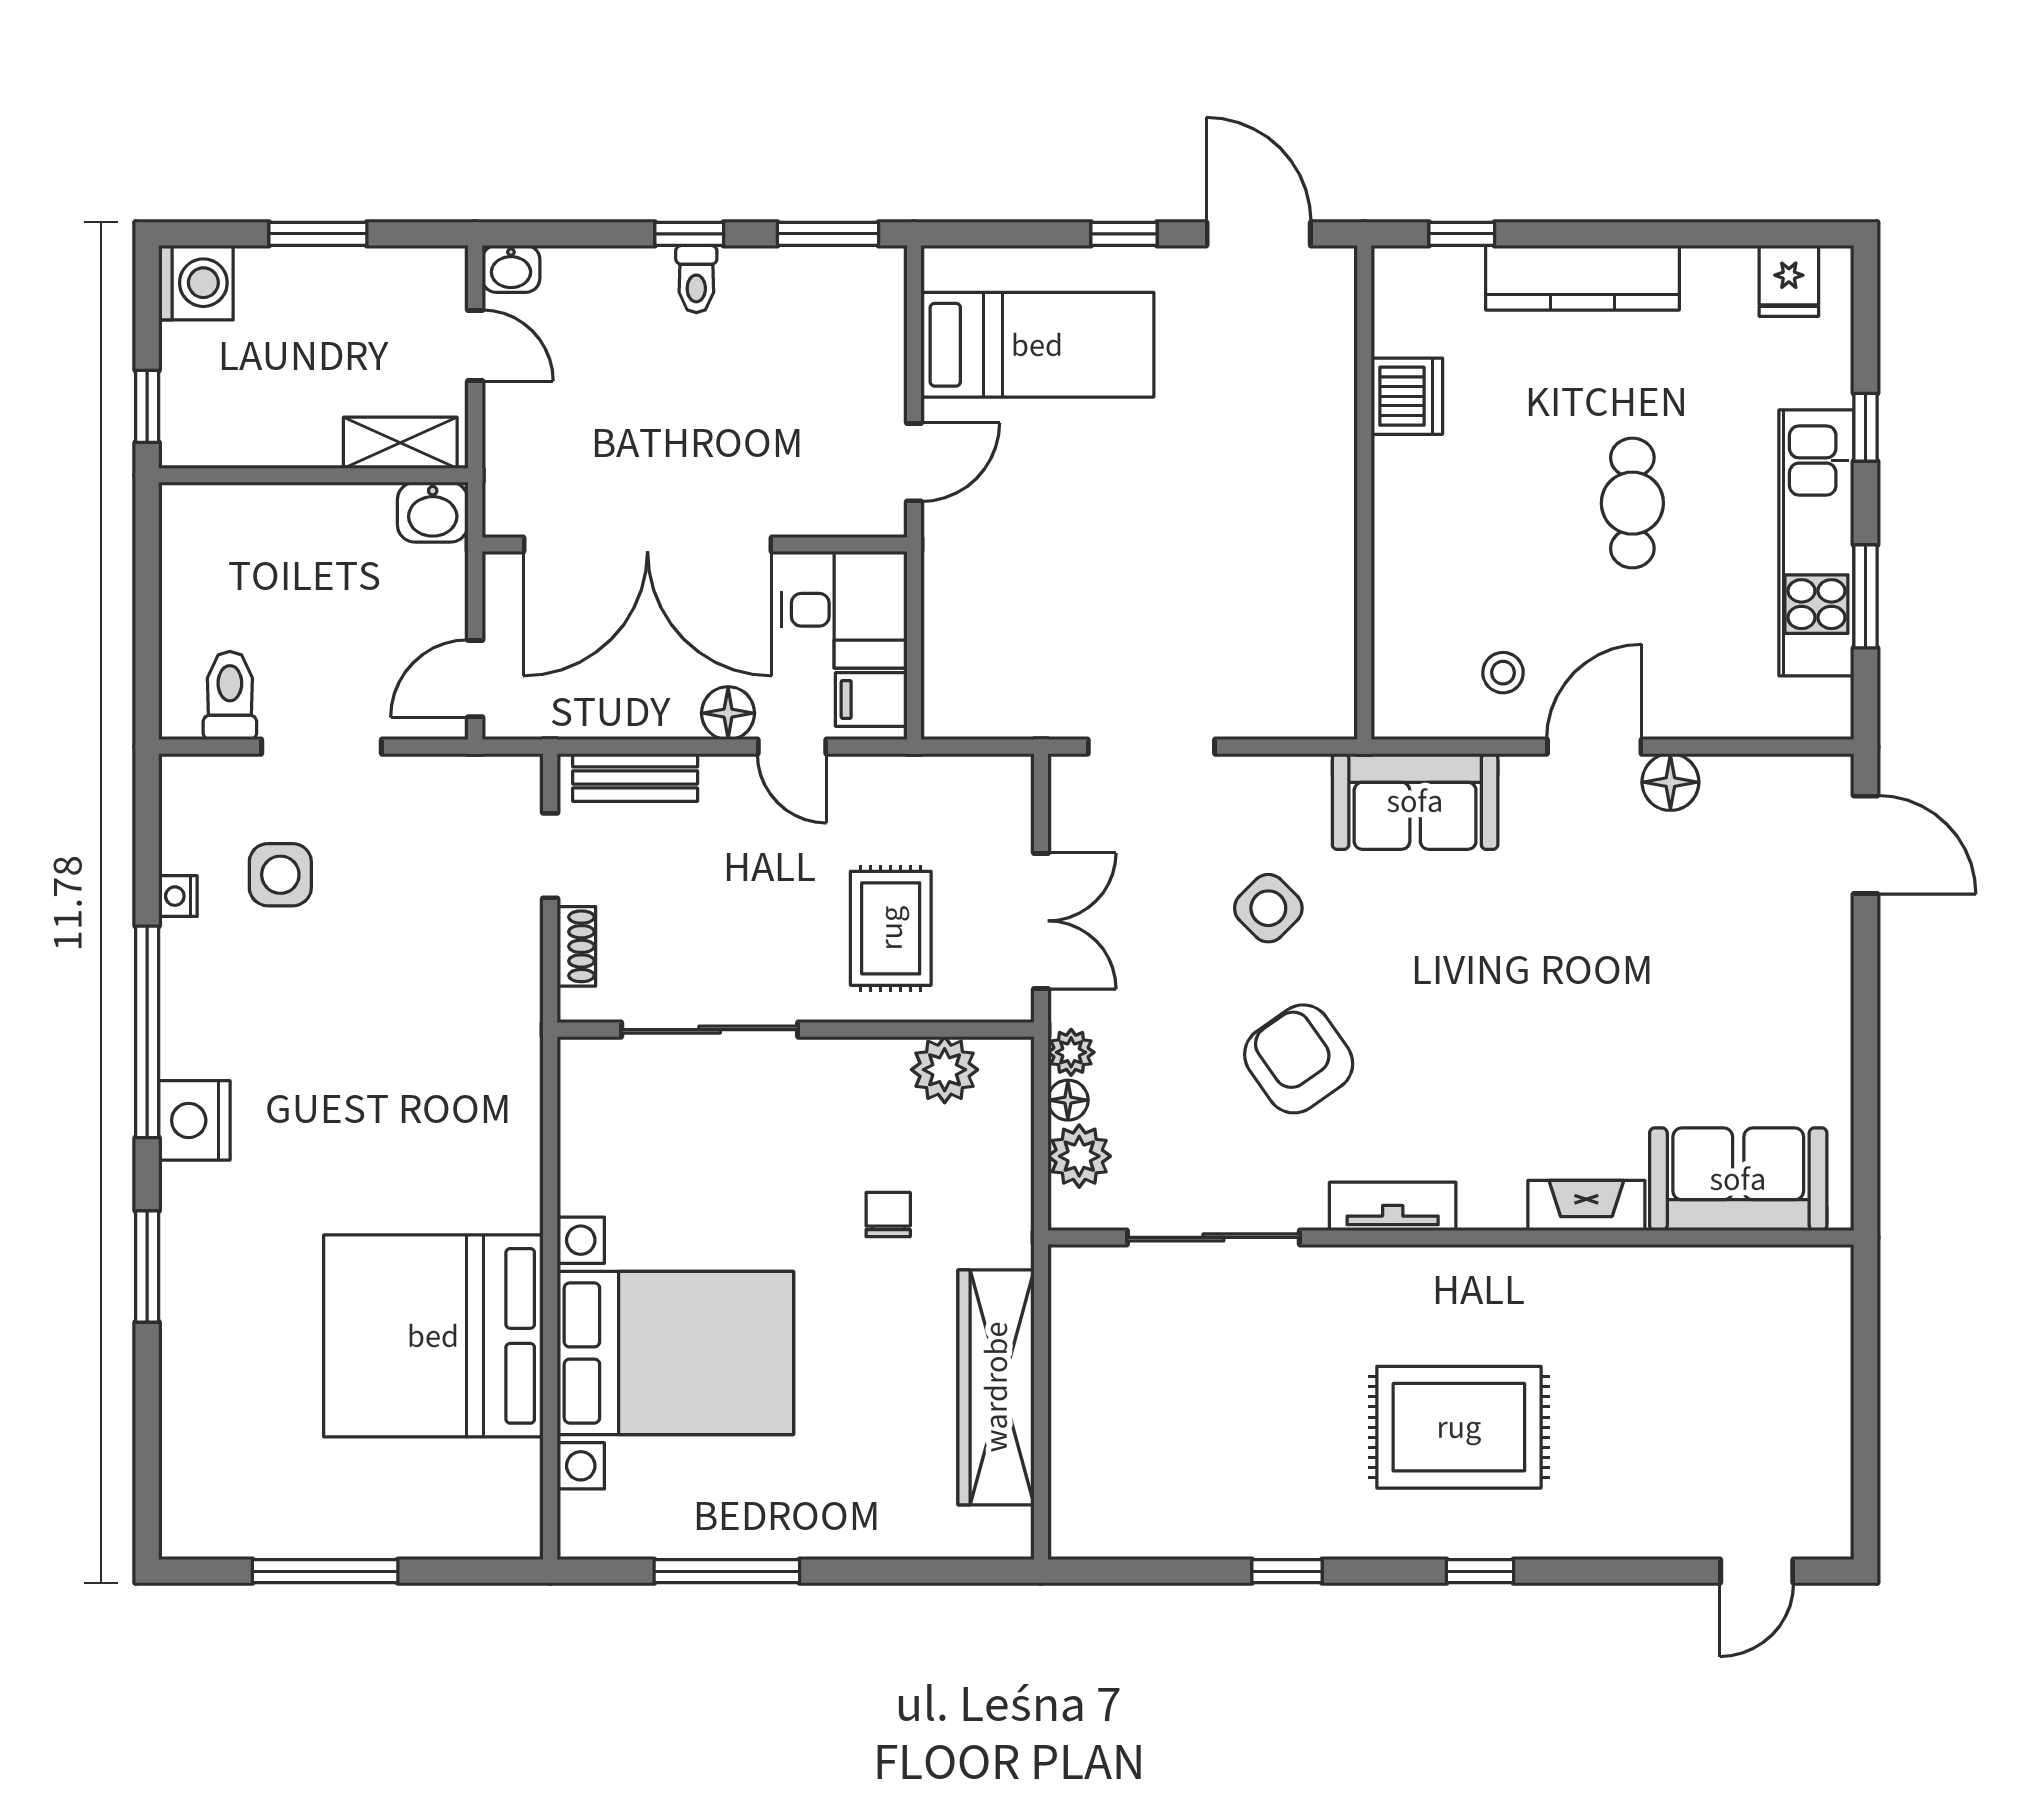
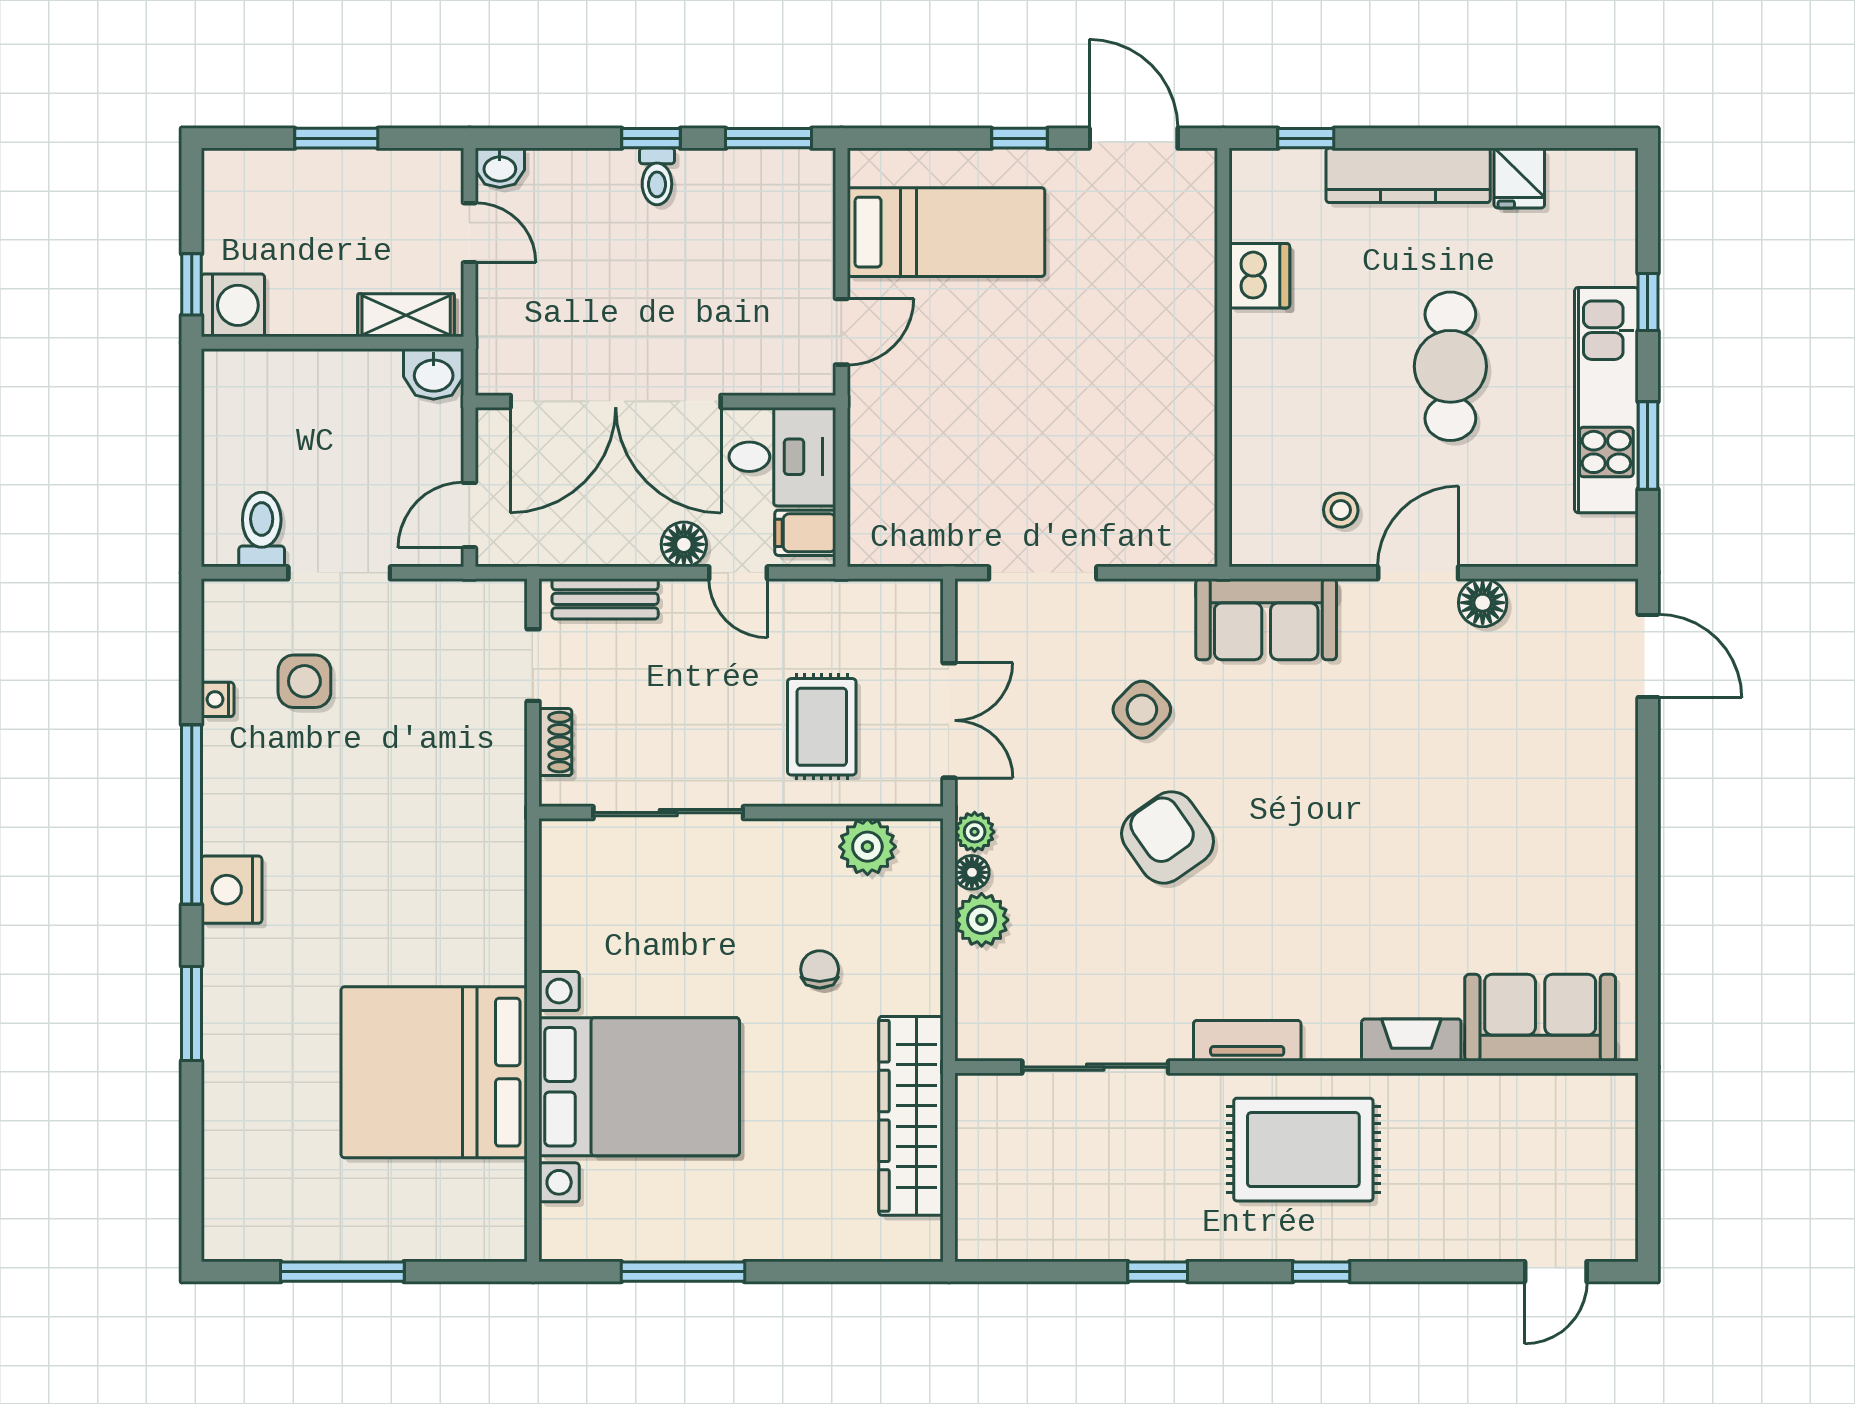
fridge: (1789, 281) -> (1519, 178), moved
washing machine: (196, 283) -> (233, 305), moved
cafe table: (1632, 503) -> (1450, 366), width x1.37, depth x1.35
sofa: (1738, 1179) -> (1540, 1018), moved
tv unit: (1393, 1206) -> (1247, 1041), moved
fireplace: (1586, 1206) -> (1411, 1040), moved
sliding door: (1213, 1237) -> (1095, 1067), moved
wall: (1451, 1237) -> (1297, 1067), moved

